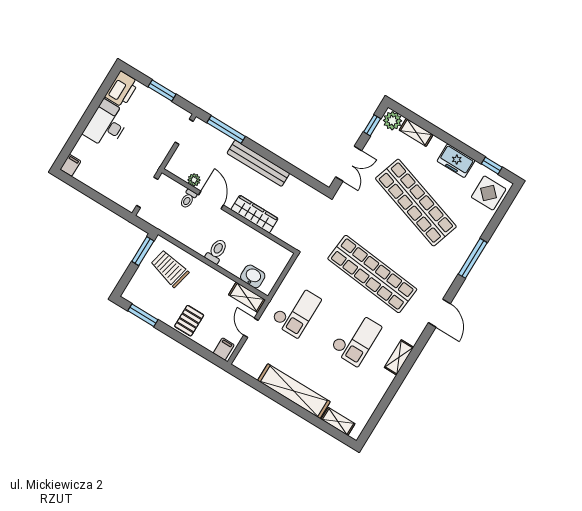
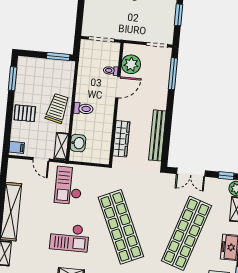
bench: (258, 163) -> (157, 135), moved
plant: (194, 180) -> (131, 64), width x1.87, depth x1.87
wardrobe: (254, 214) -> (121, 139), moved
trolley: (170, 268) -> (57, 108), moved
shop shelf: (372, 274) -> (121, 227), turned -30
checkout: (296, 311) -> (69, 185), turned 90
door: (251, 328) -> (41, 159), swing flipped

